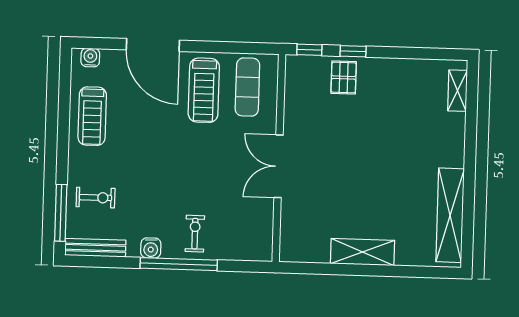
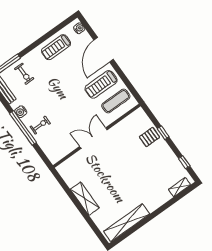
window: (309, 50) -> (184, 162), moved

